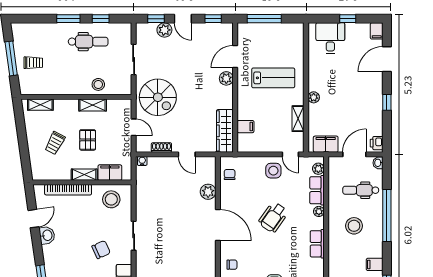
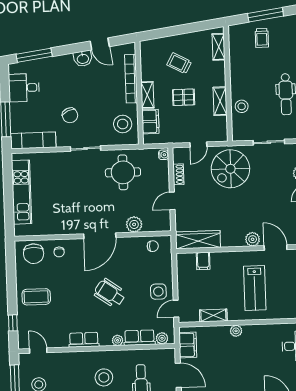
round table: (158, 201) -> (123, 172), added

